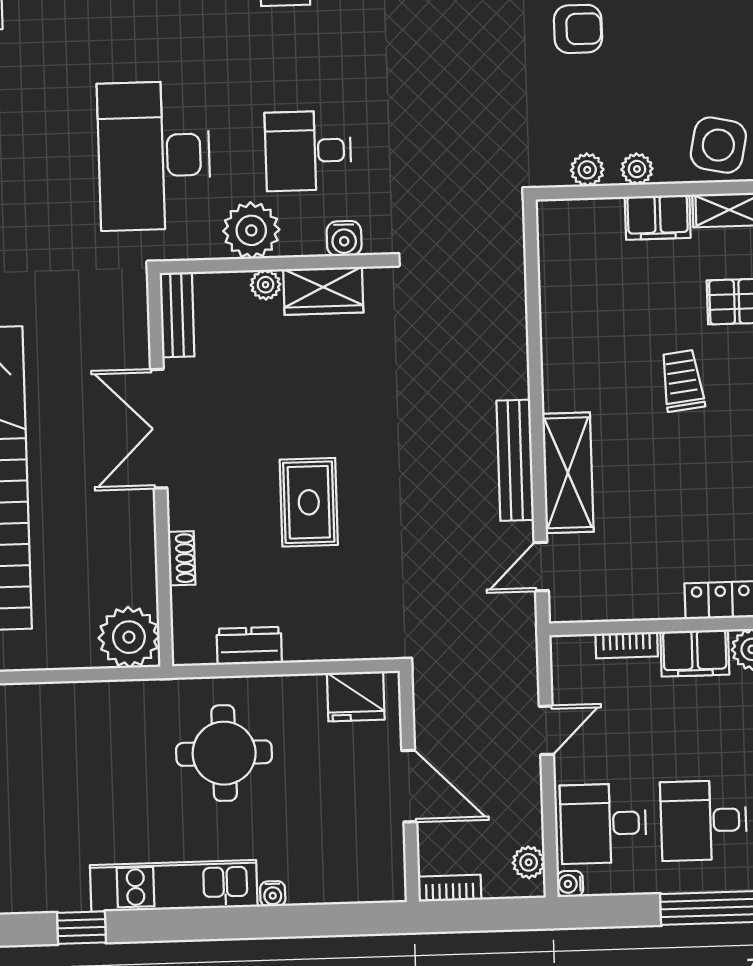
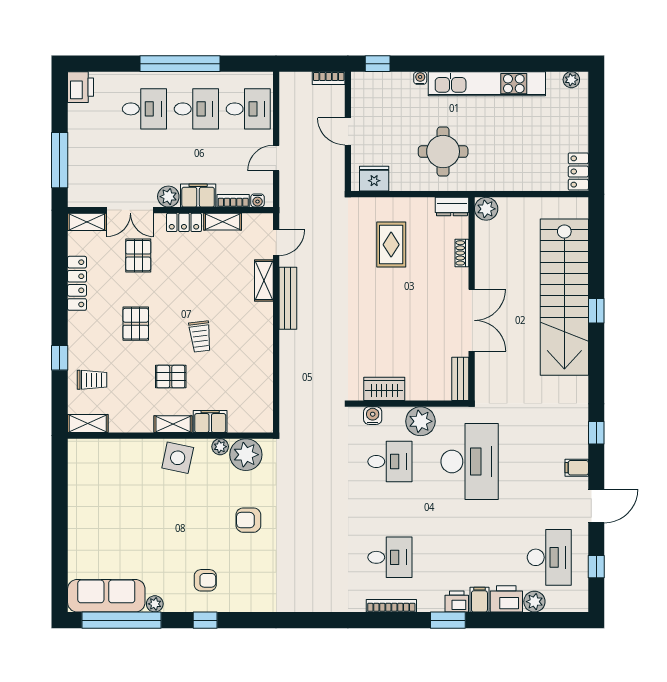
plant: (587, 170) -> (246, 455), width x1.88, depth x1.88
plant: (266, 285) -> (414, 393), removed
shelving: (568, 473) -> (264, 281), width x0.67, depth x0.75
rug: (309, 502) -> (391, 245), moved
shelving: (646, 604) -> (223, 222), added
plant: (129, 637) -> (486, 209), width x0.73, depth x0.73
dresser: (249, 646) -> (452, 207), moved
door: (409, 786) -> (348, 131), width x0.73
plant: (529, 862) -> (287, 90), removed
water cooler: (570, 884) -> (258, 200), moved, turned 90
kitchen unit: (174, 886) -> (487, 84), width x1.36
window: (81, 928) -> (378, 64), moved

